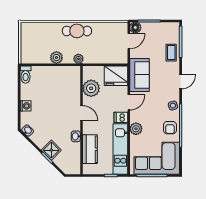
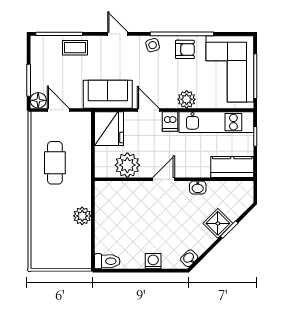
cafe table: (77, 31) -> (55, 163), moved
plant: (78, 59) -> (84, 184), removed
kitchen counter: (90, 149) -> (232, 167), moved

